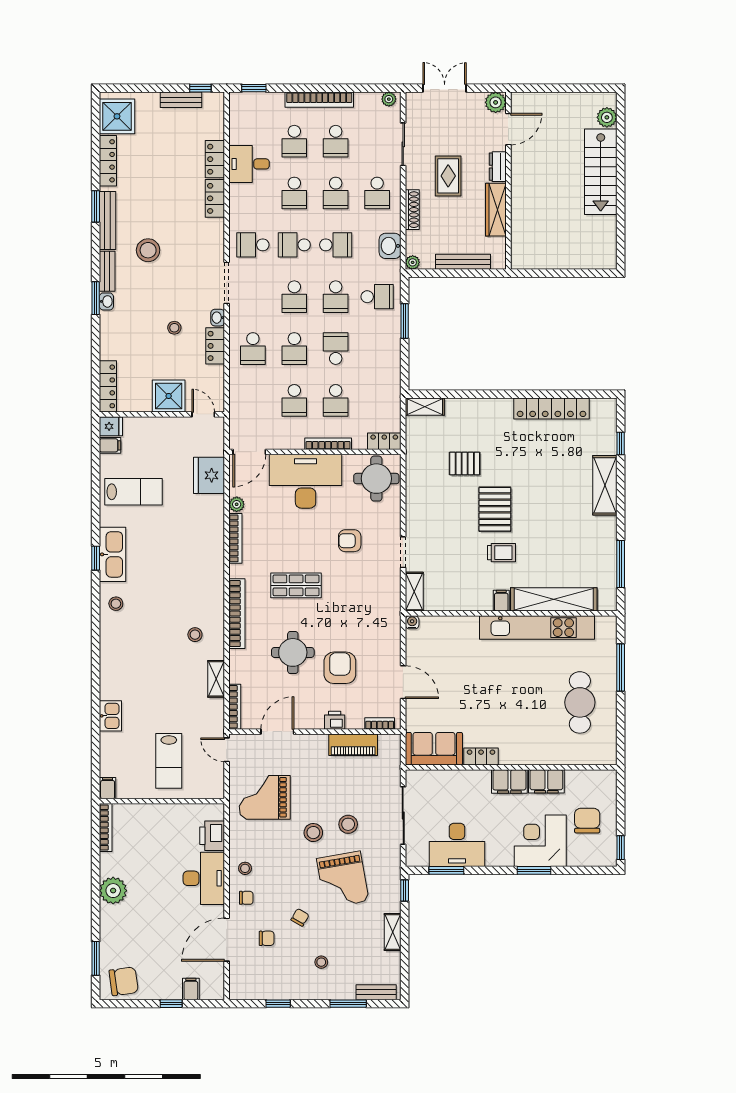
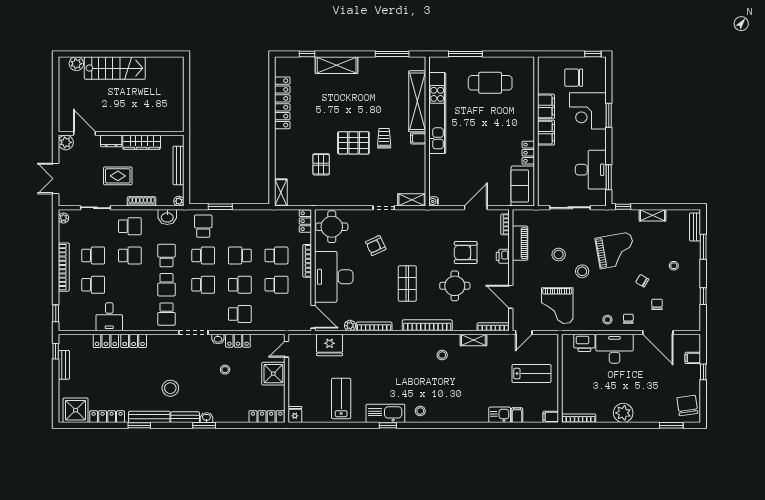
school desk: (294, 193) -> (130, 285), removed
filing cabinet: (110, 445) -> (517, 415), moved
armchair: (350, 541) -> (376, 246), turned 65
stool: (348, 824) -> (559, 255), moved

